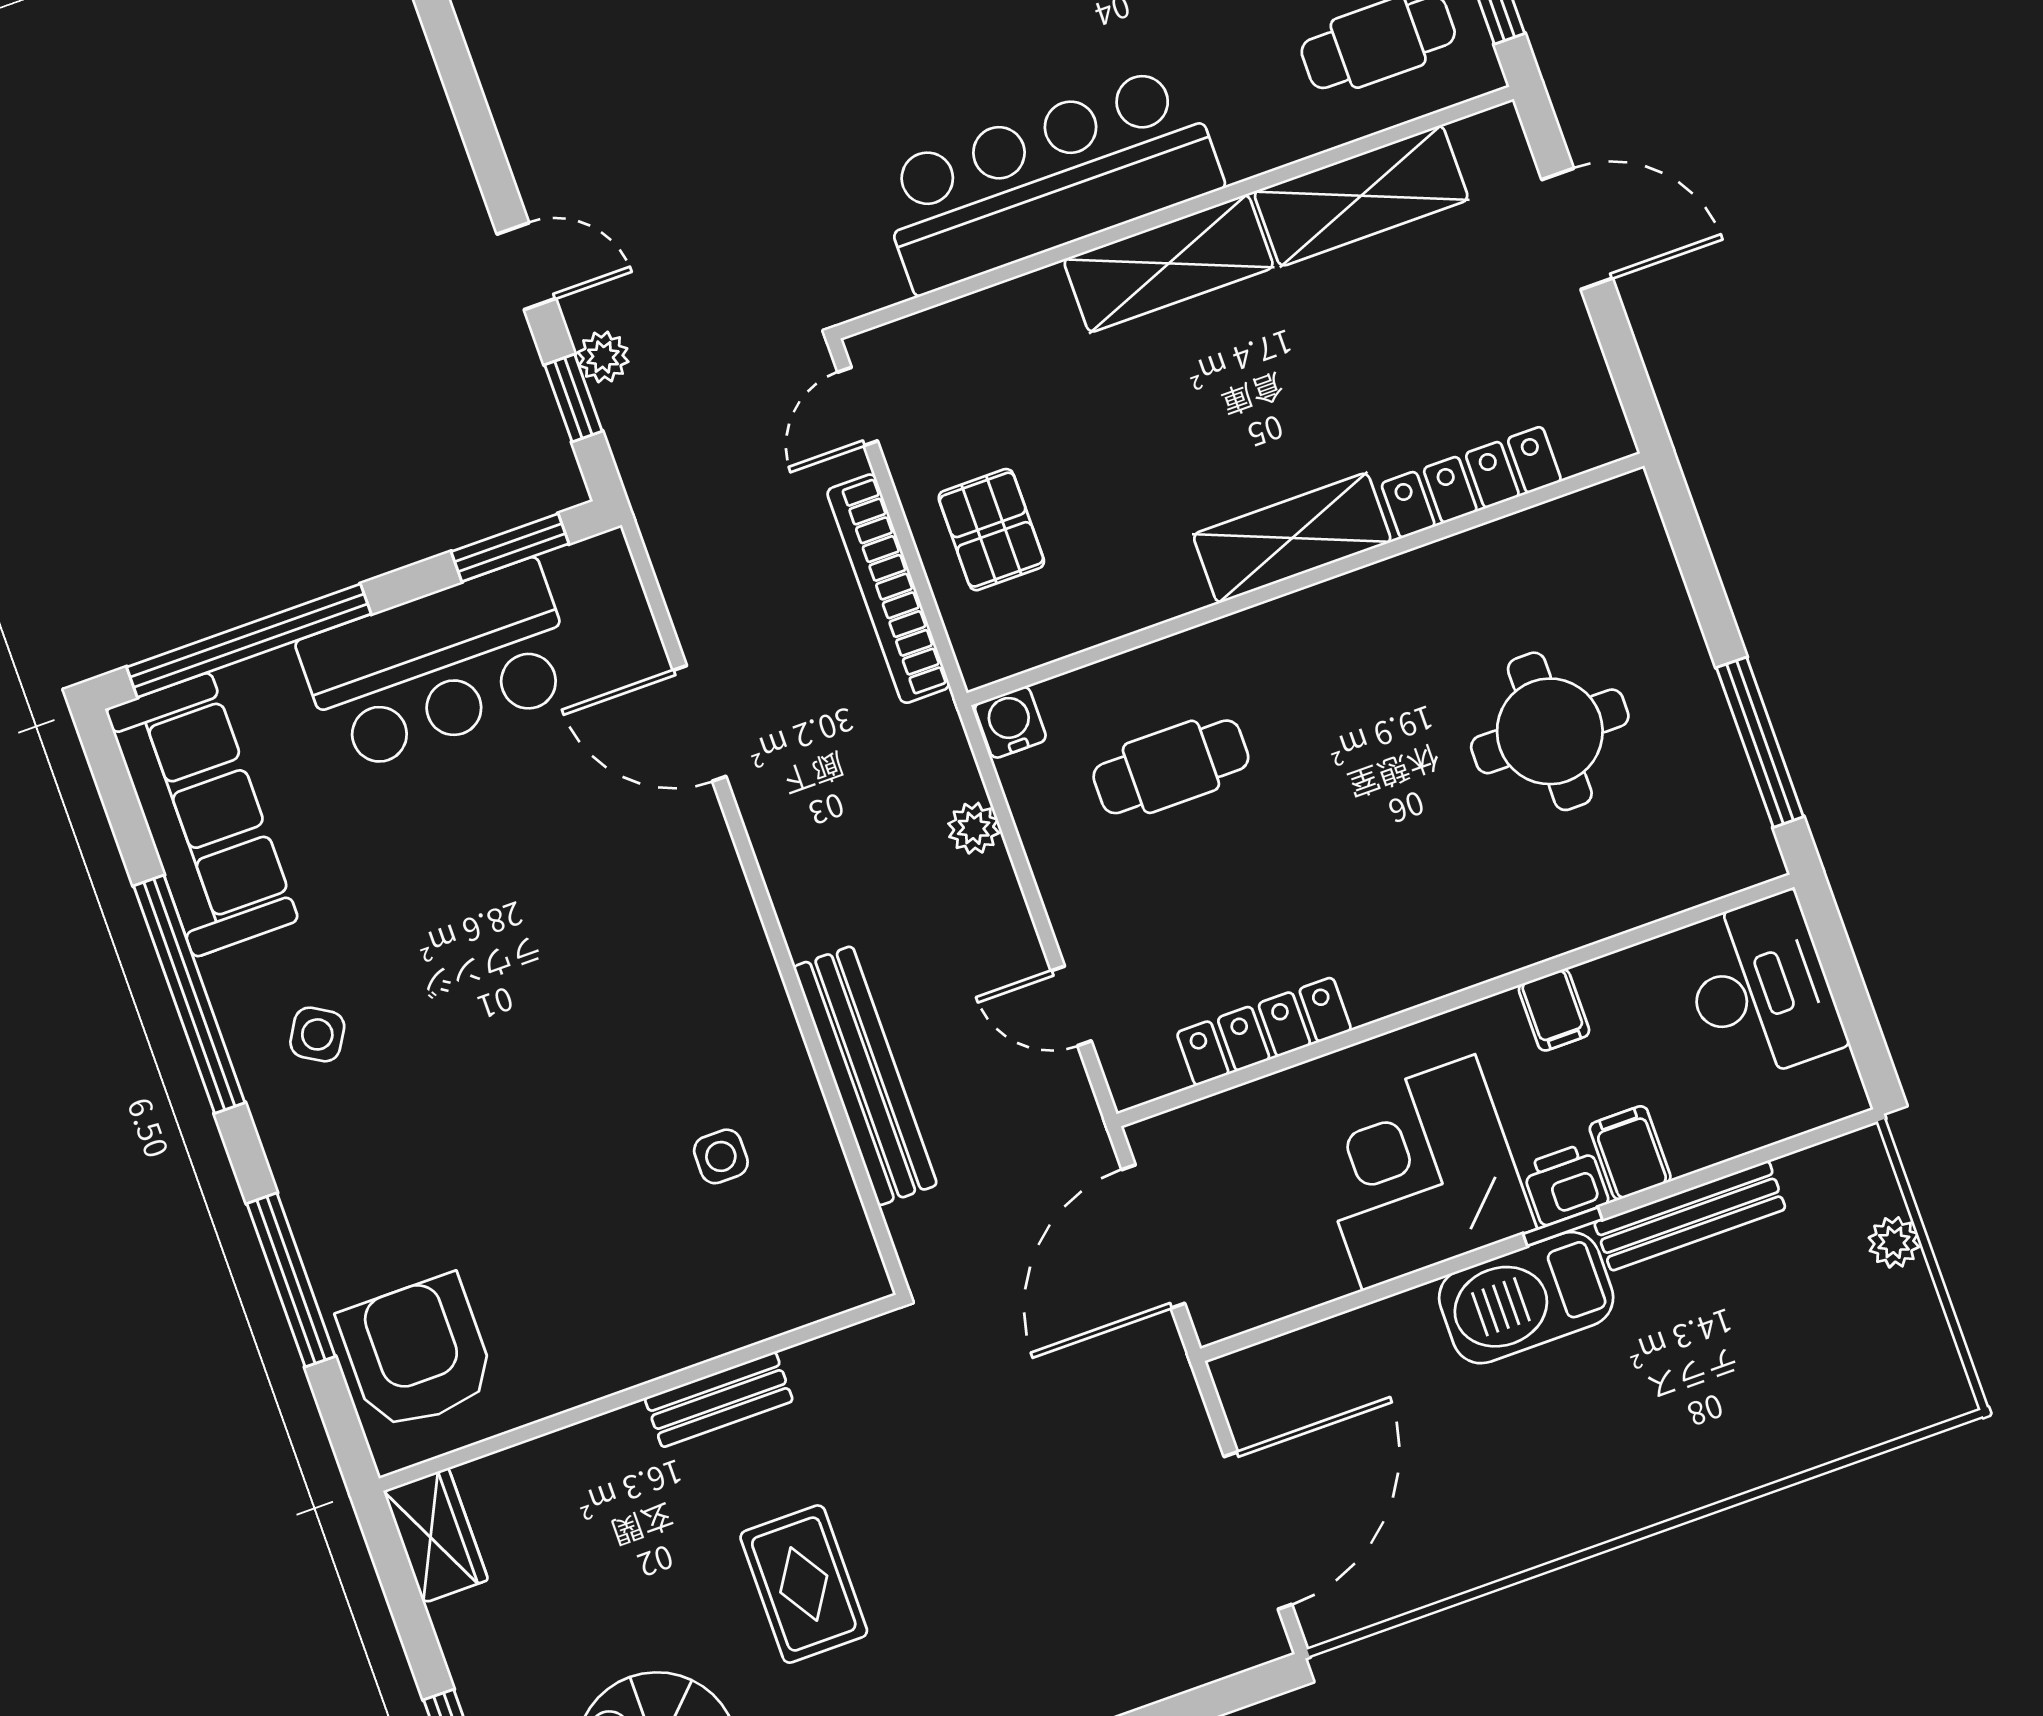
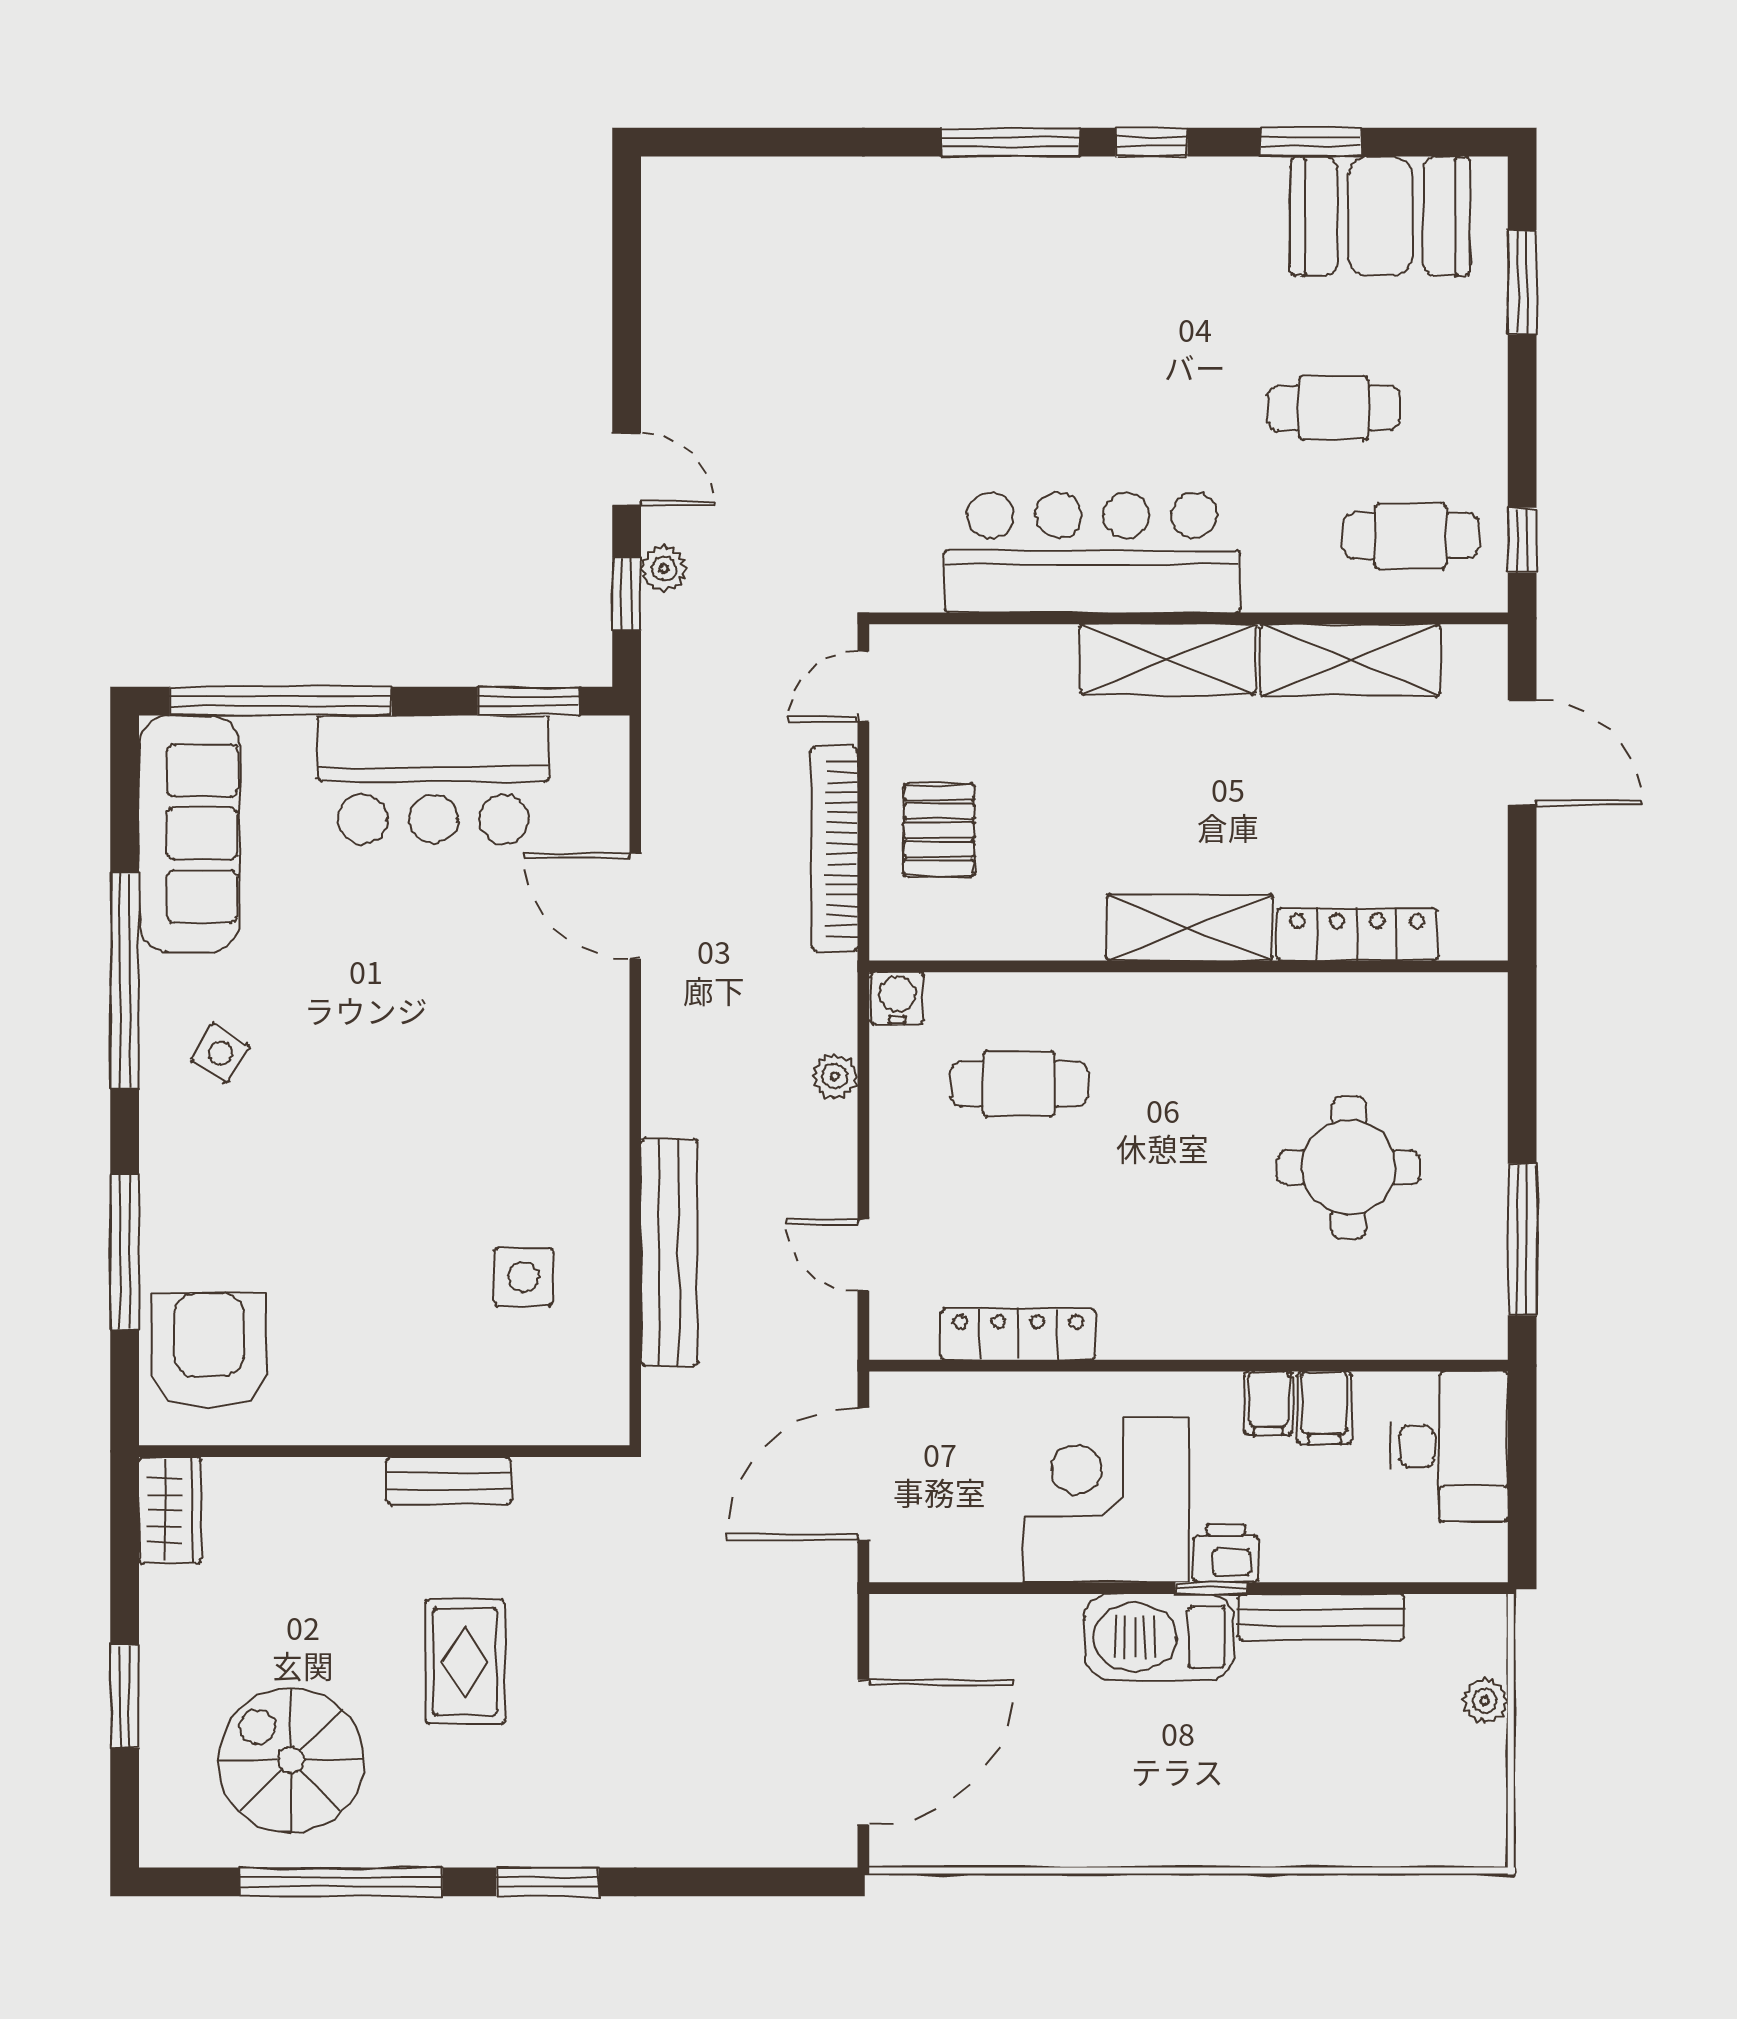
filing cabinet: (1630, 1153) -> (1324, 1408), moved, turned 180
side table: (721, 1156) -> (524, 1277), width x1.37, depth x1.37

